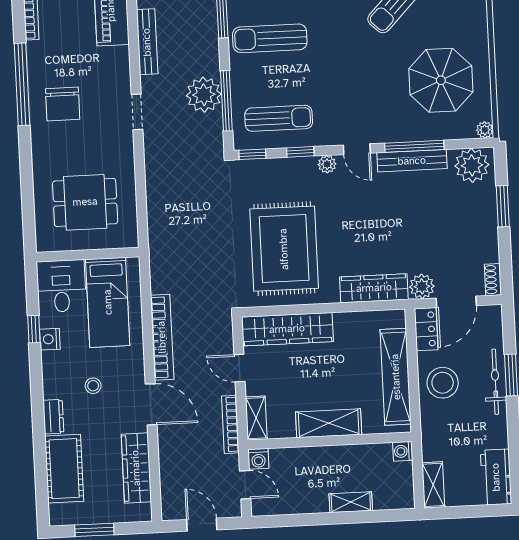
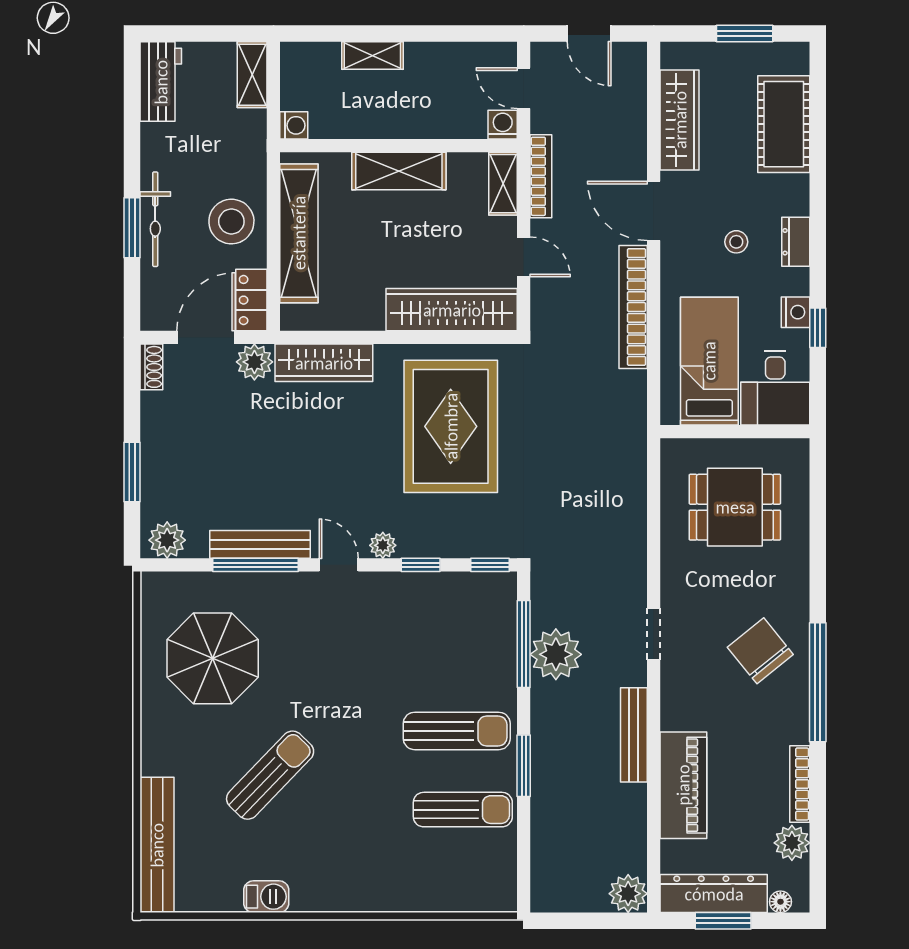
chair: (63, 104) -> (760, 651), turned -39
sun lounger: (279, 118) -> (449, 615), removed
plant: (485, 130) -> (153, 584), removed
plant: (472, 165) -> (167, 540), width x0.73, depth x0.73
dresser: (53, 417) -> (796, 242), moved

